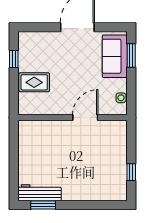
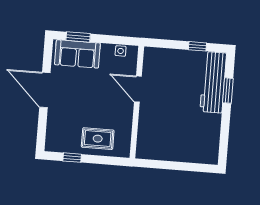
rug: (34, 82) -> (98, 139), turned 90
workbench: (40, 193) -> (213, 82), moved, width x1.36, depth x1.32
window: (43, 205) -> (228, 91), moved

